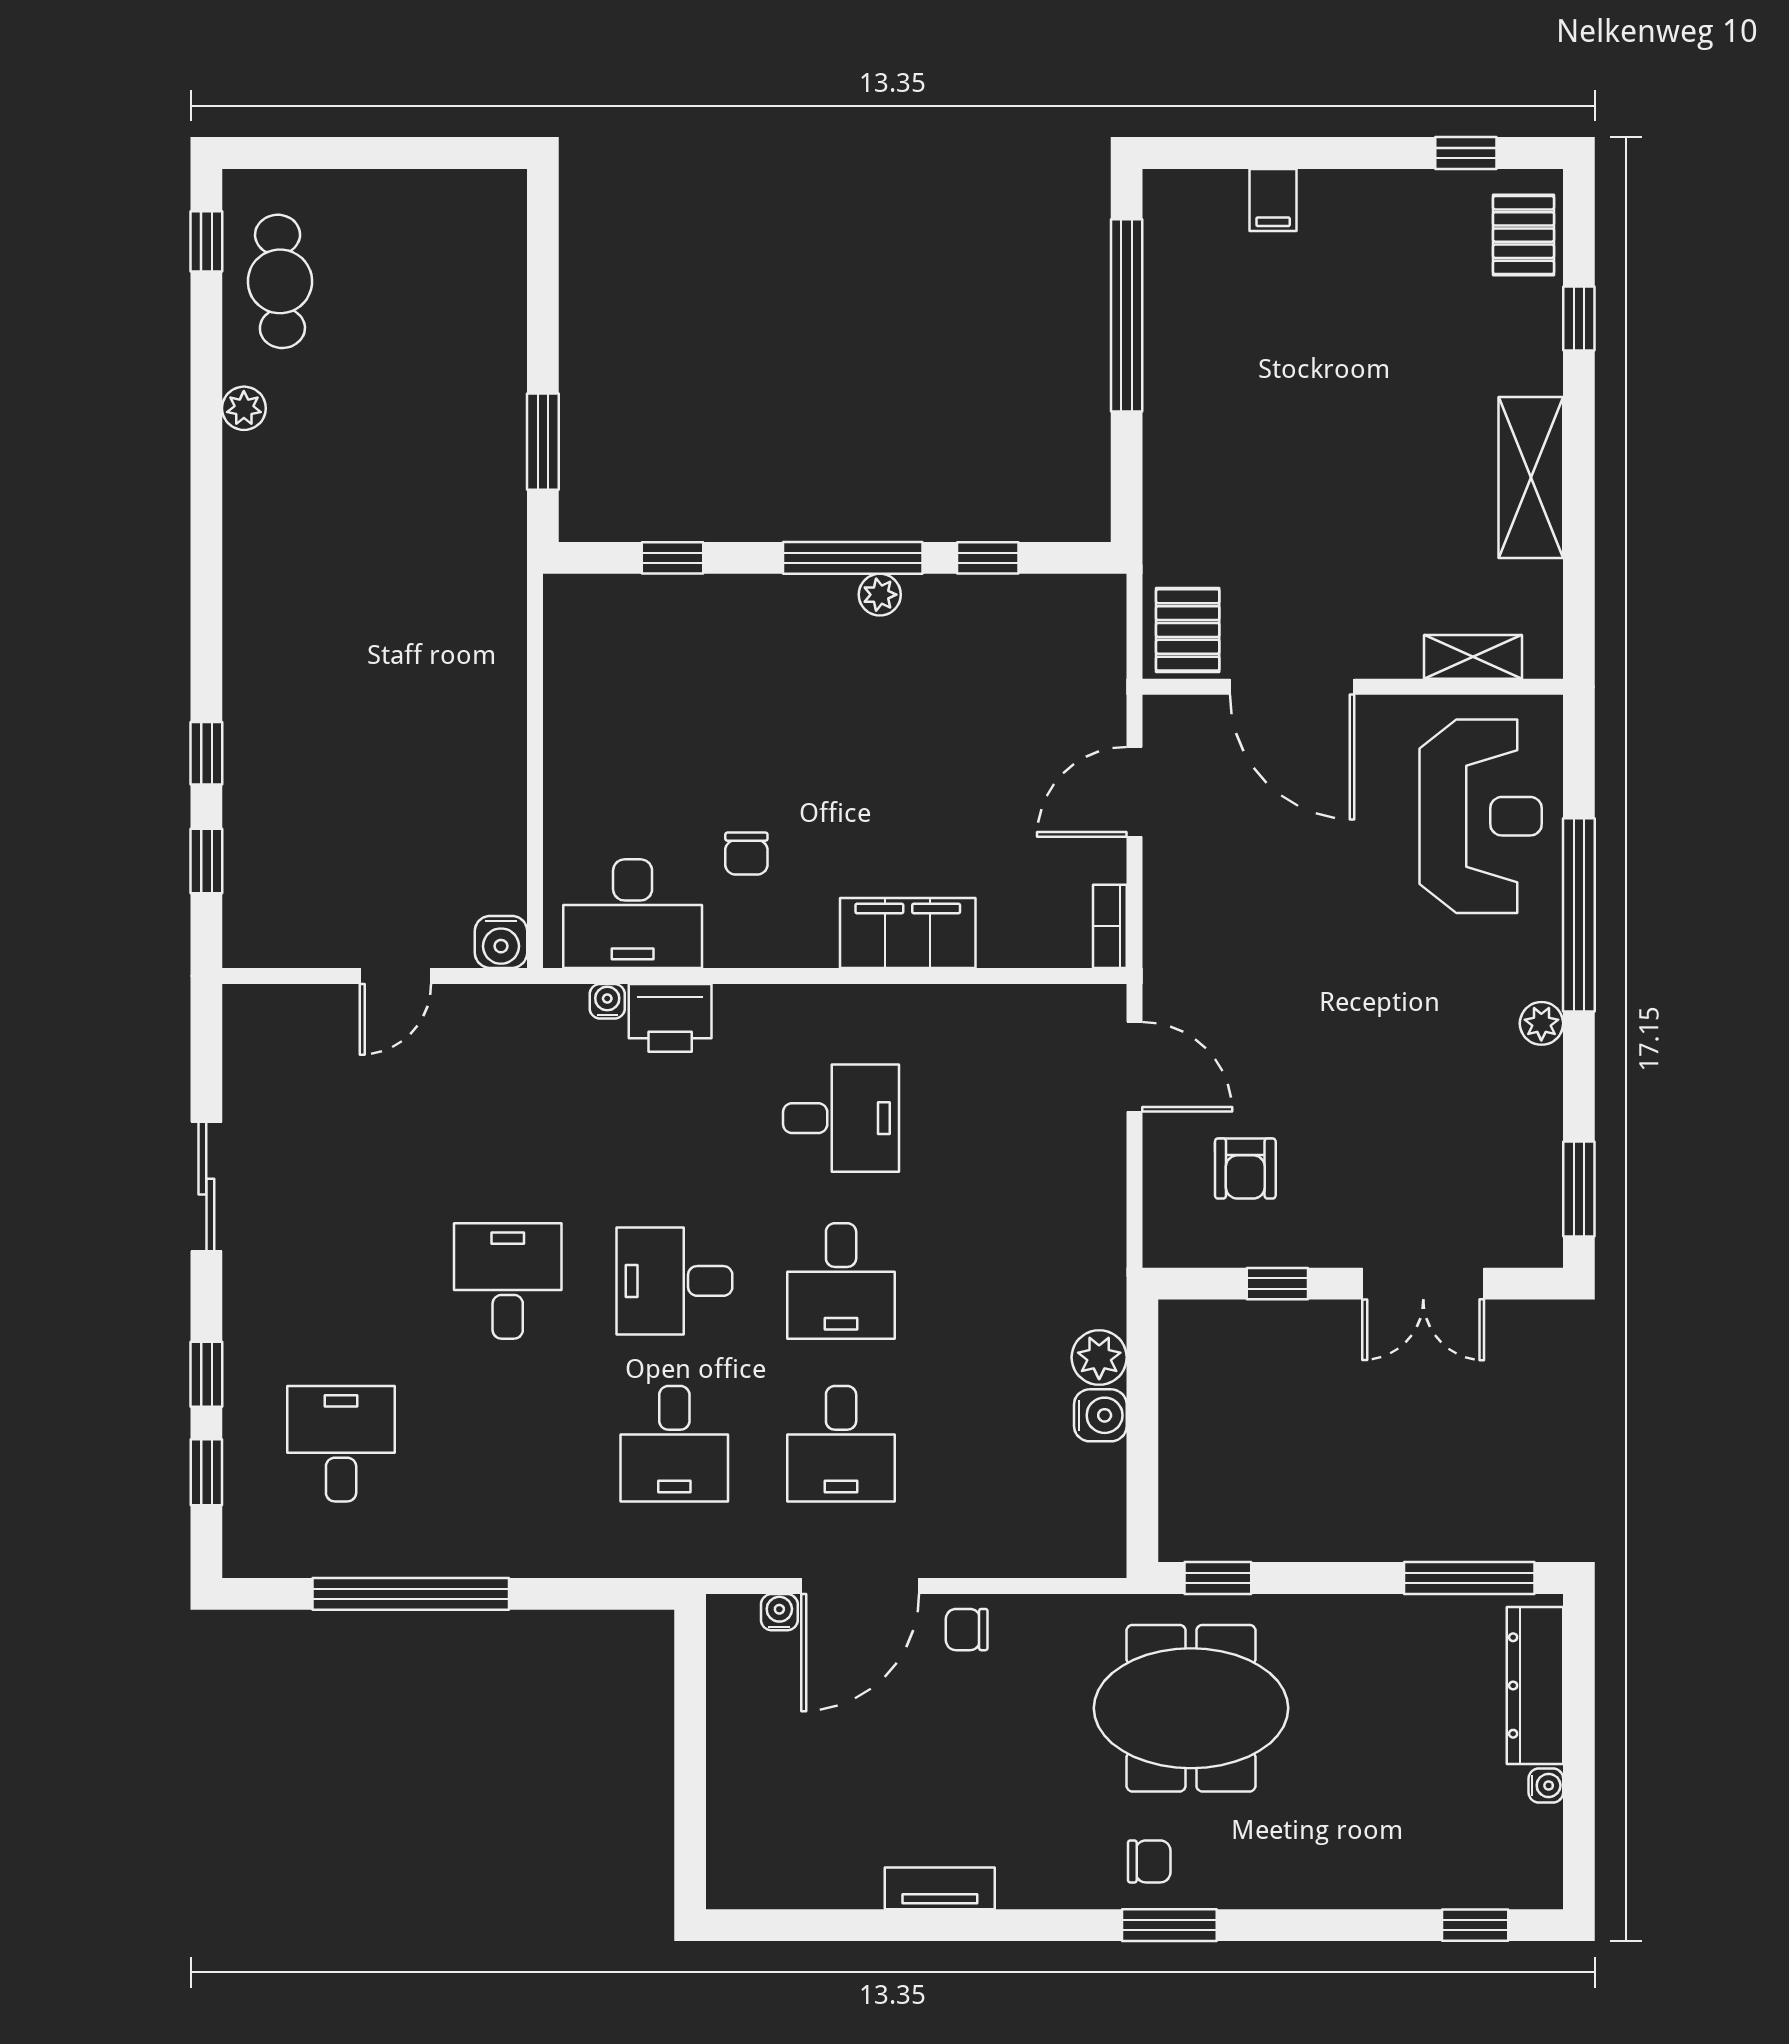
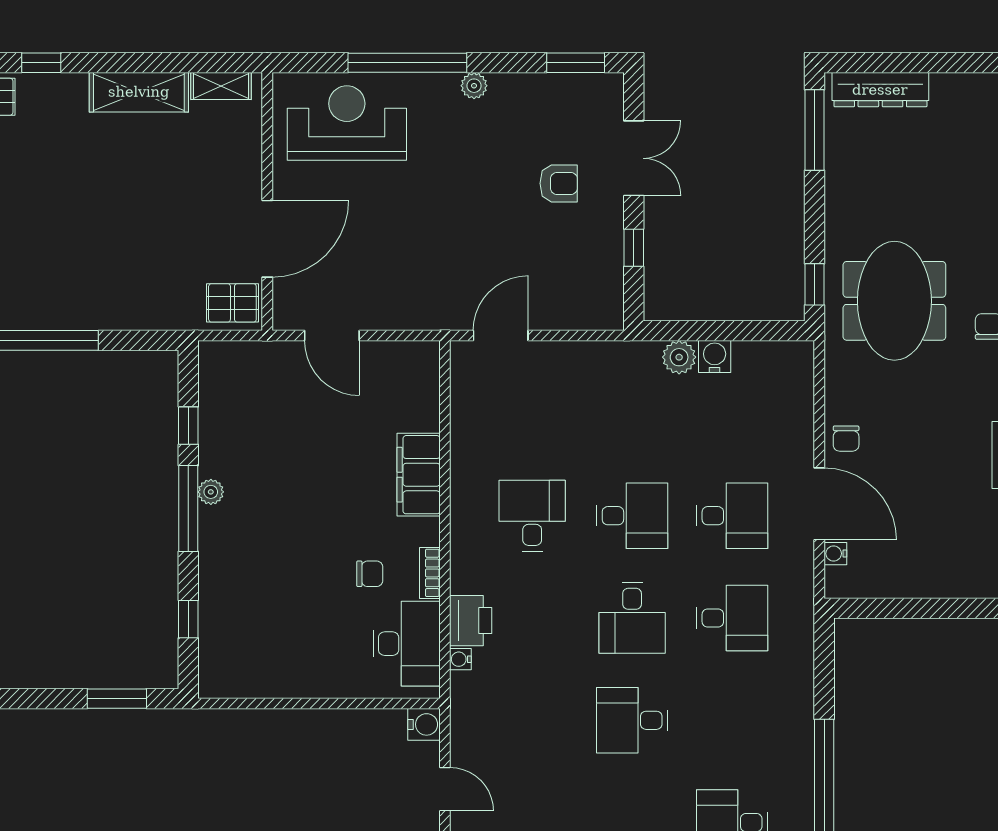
shelving: (1473, 657) -> (221, 86), moved, turned 90
bookcase: (1110, 926) -> (430, 573), moved, turned 90
armchair: (1245, 1168) -> (559, 183), moved
water cooler: (1546, 1785) -> (942, 83), removed

